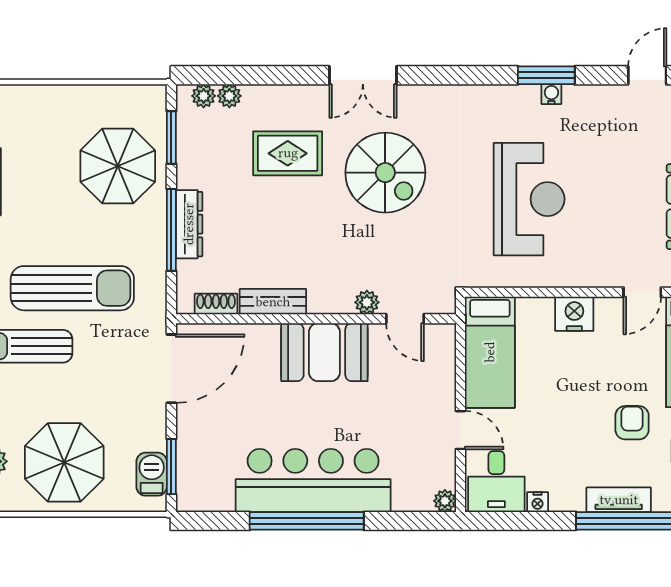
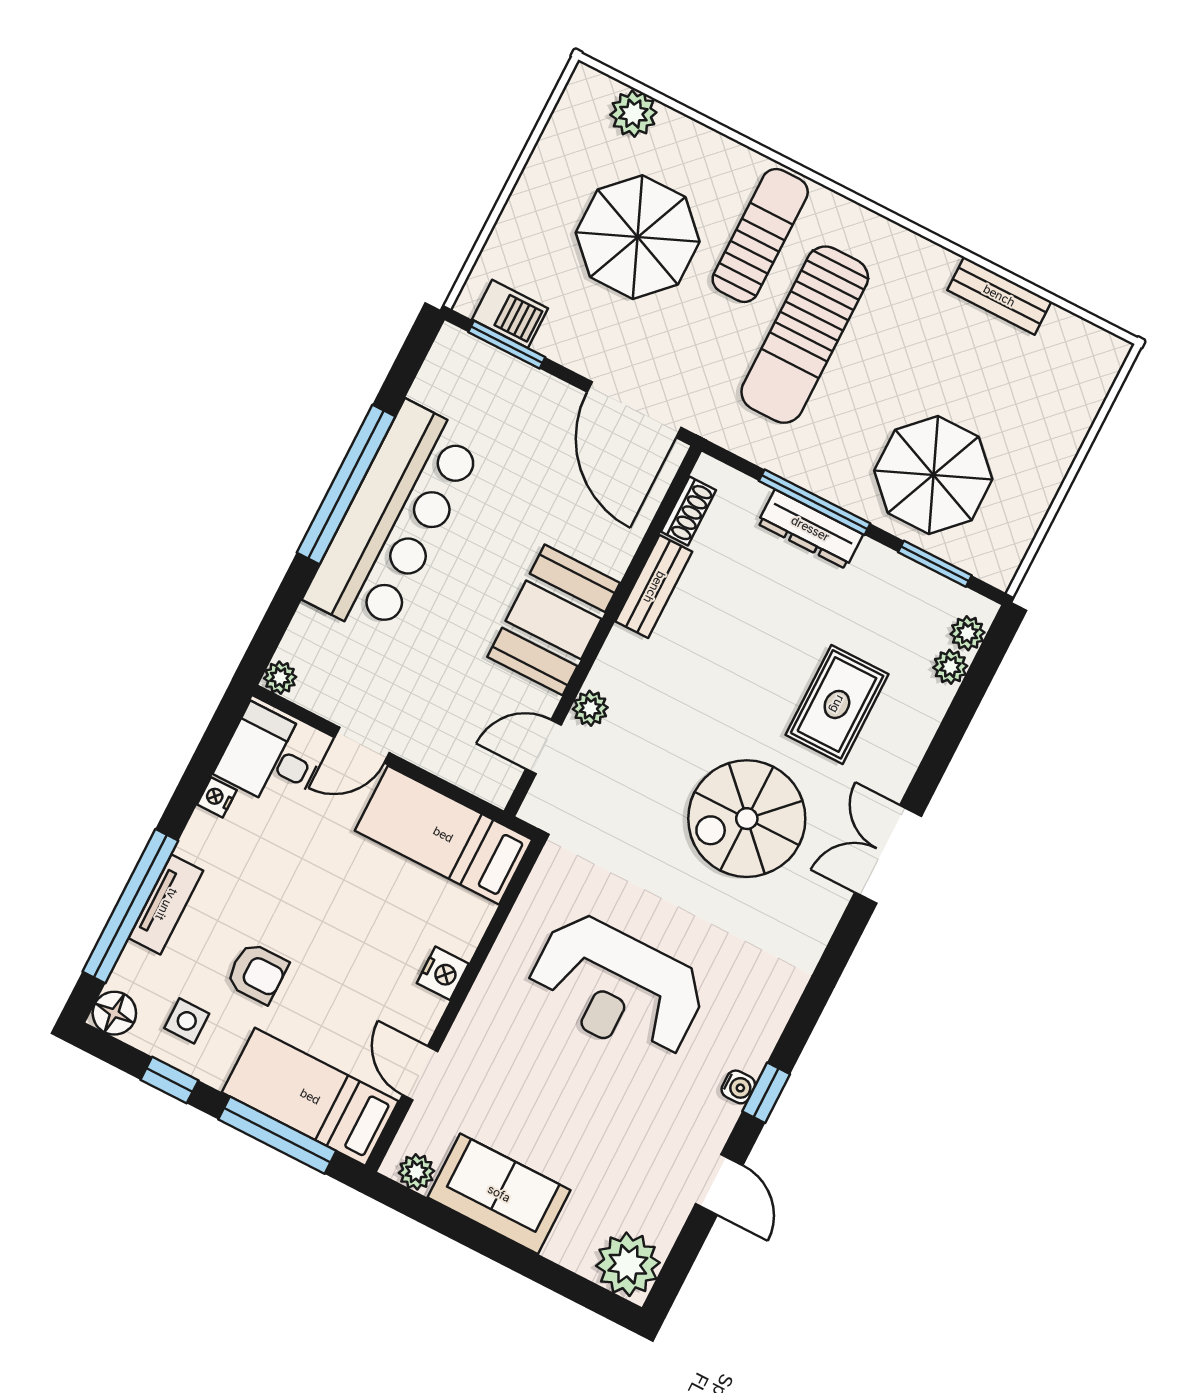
window: (546, 75) -> (766, 1093), width x0.67
door: (647, 75) -> (719, 1185), moved
nightstand: (574, 314) -> (443, 973), width x0.74, depth x0.75
parasol: (64, 462) -> (638, 237), moved

